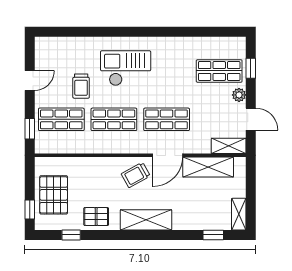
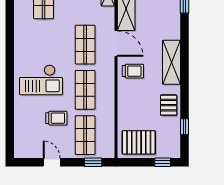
checkout: (126, 68) -> (41, 80), turned -90
trolley: (136, 175) -> (133, 71), turned -61
pallet: (54, 195) -> (139, 142), moved

